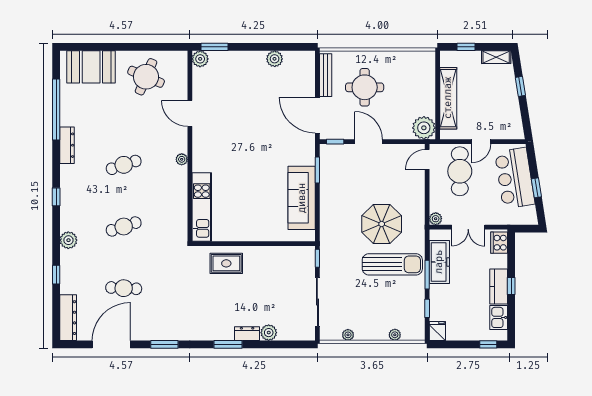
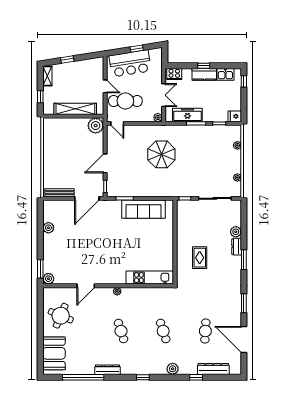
round table: (365, 87) -> (68, 166), removed
rug: (226, 263) -> (200, 258), moved
sun lounger: (392, 264) -> (189, 147), removed
dresser: (68, 318) -> (213, 369), moved

